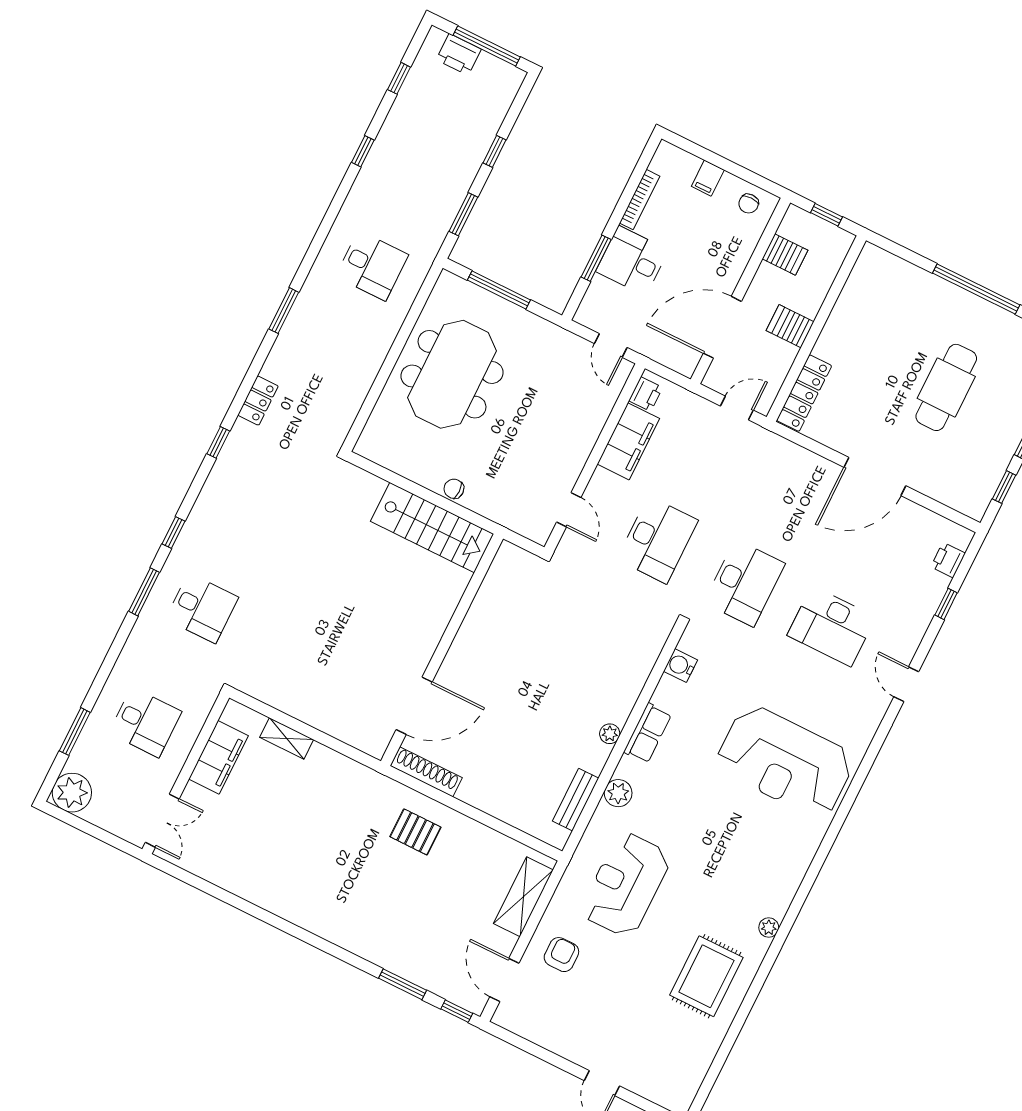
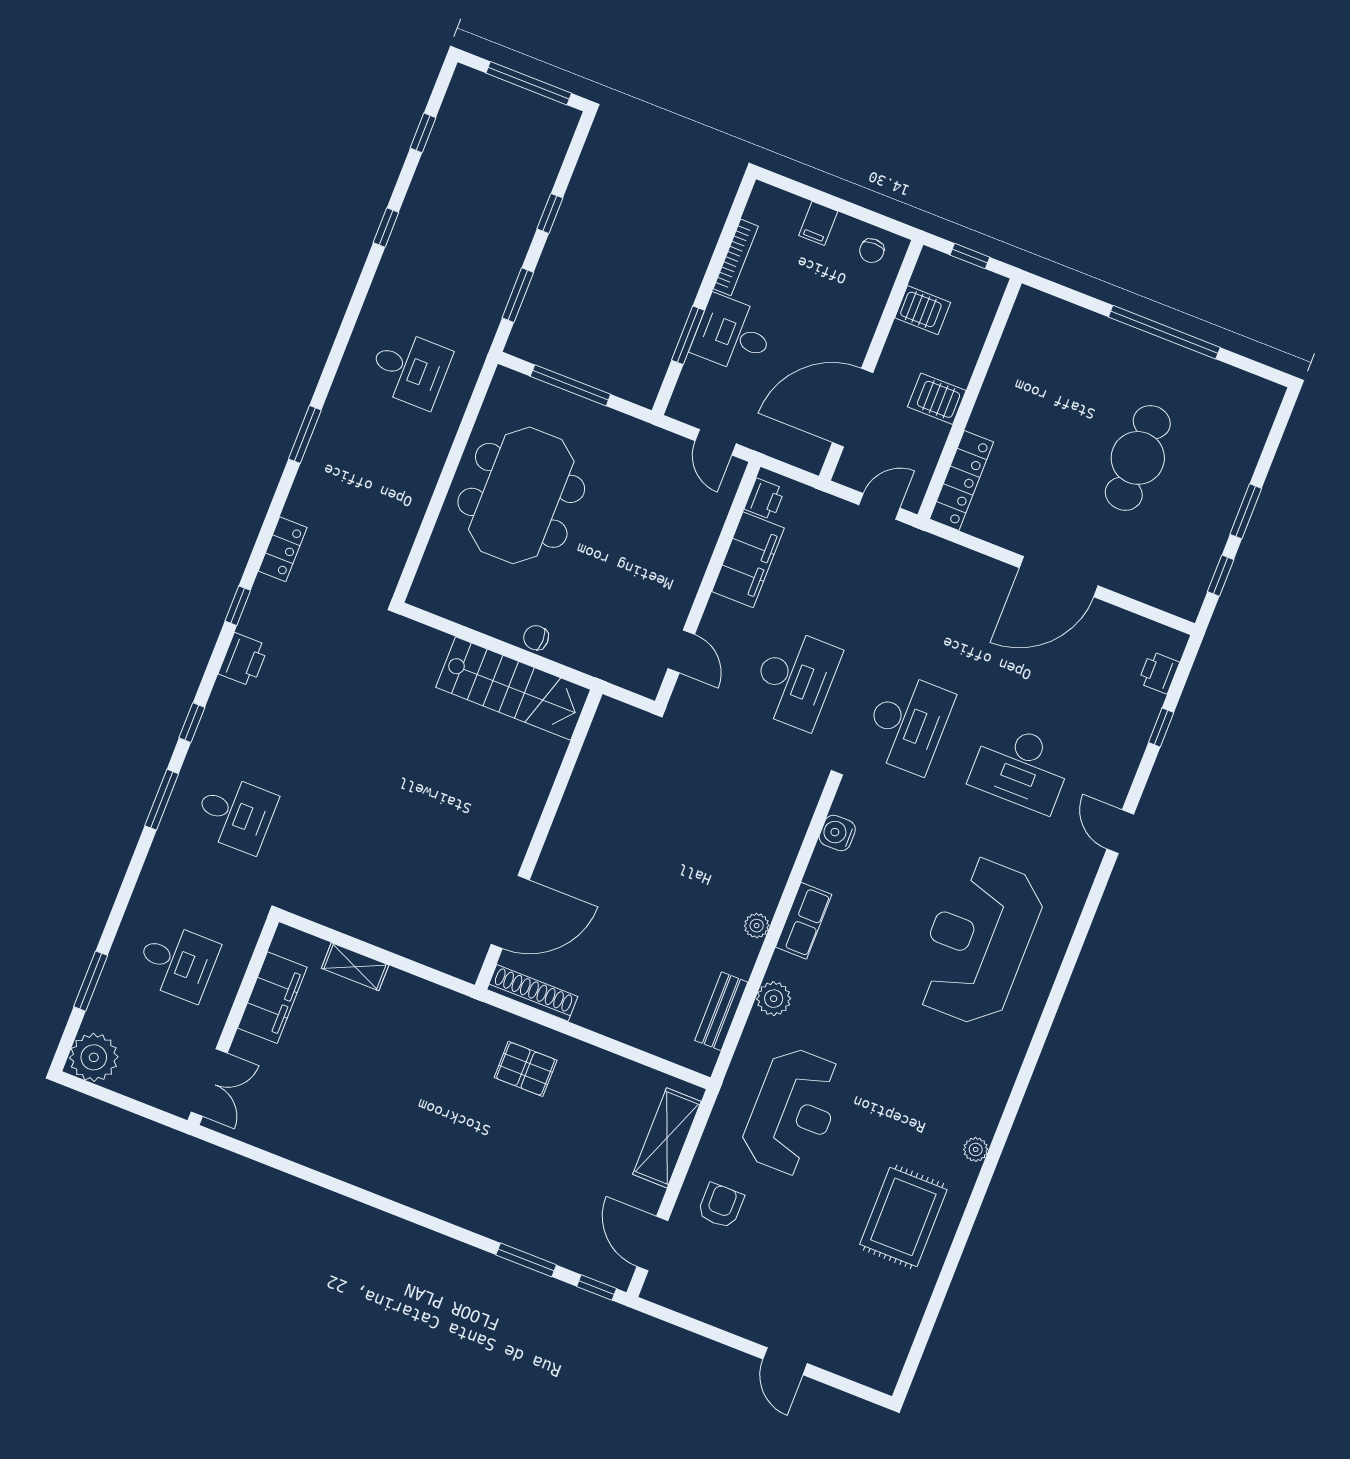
printer: (459, 54) -> (243, 660), moved, turned -90
reception desk: (785, 762) -> (978, 941), turned 90
reception desk: (626, 885) -> (793, 1112), turned 180

